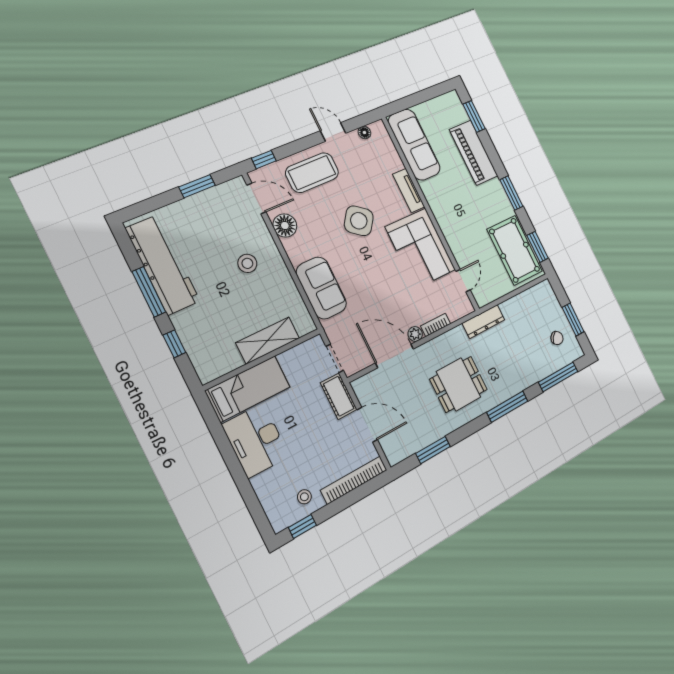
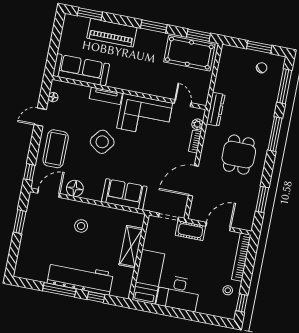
workbench: (163, 265) -> (80, 278), moved
plant: (415, 334) -> (197, 124), moved

